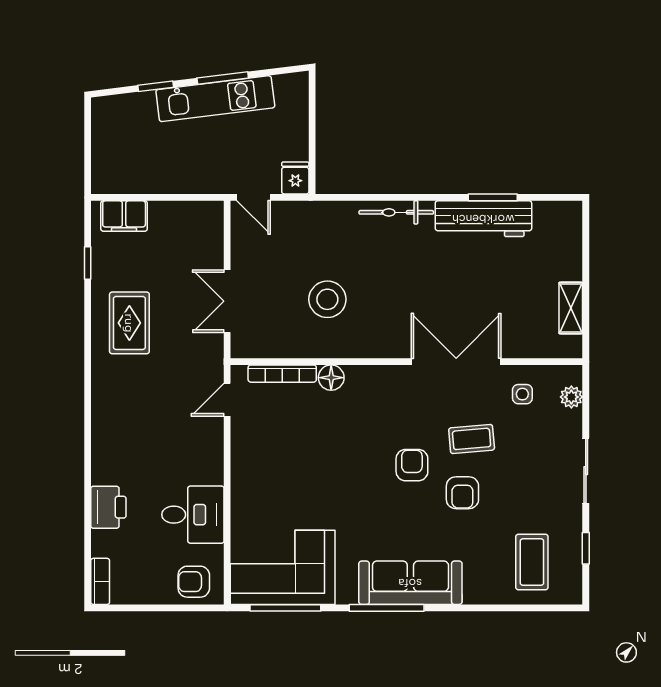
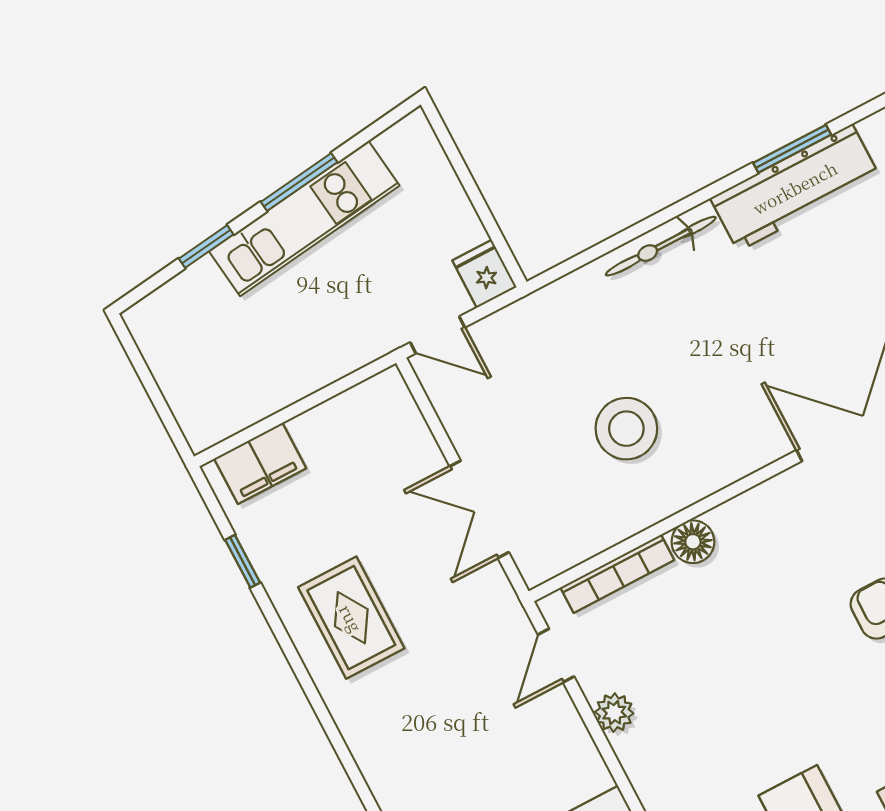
plant: (242, 446) -> (614, 713), added

